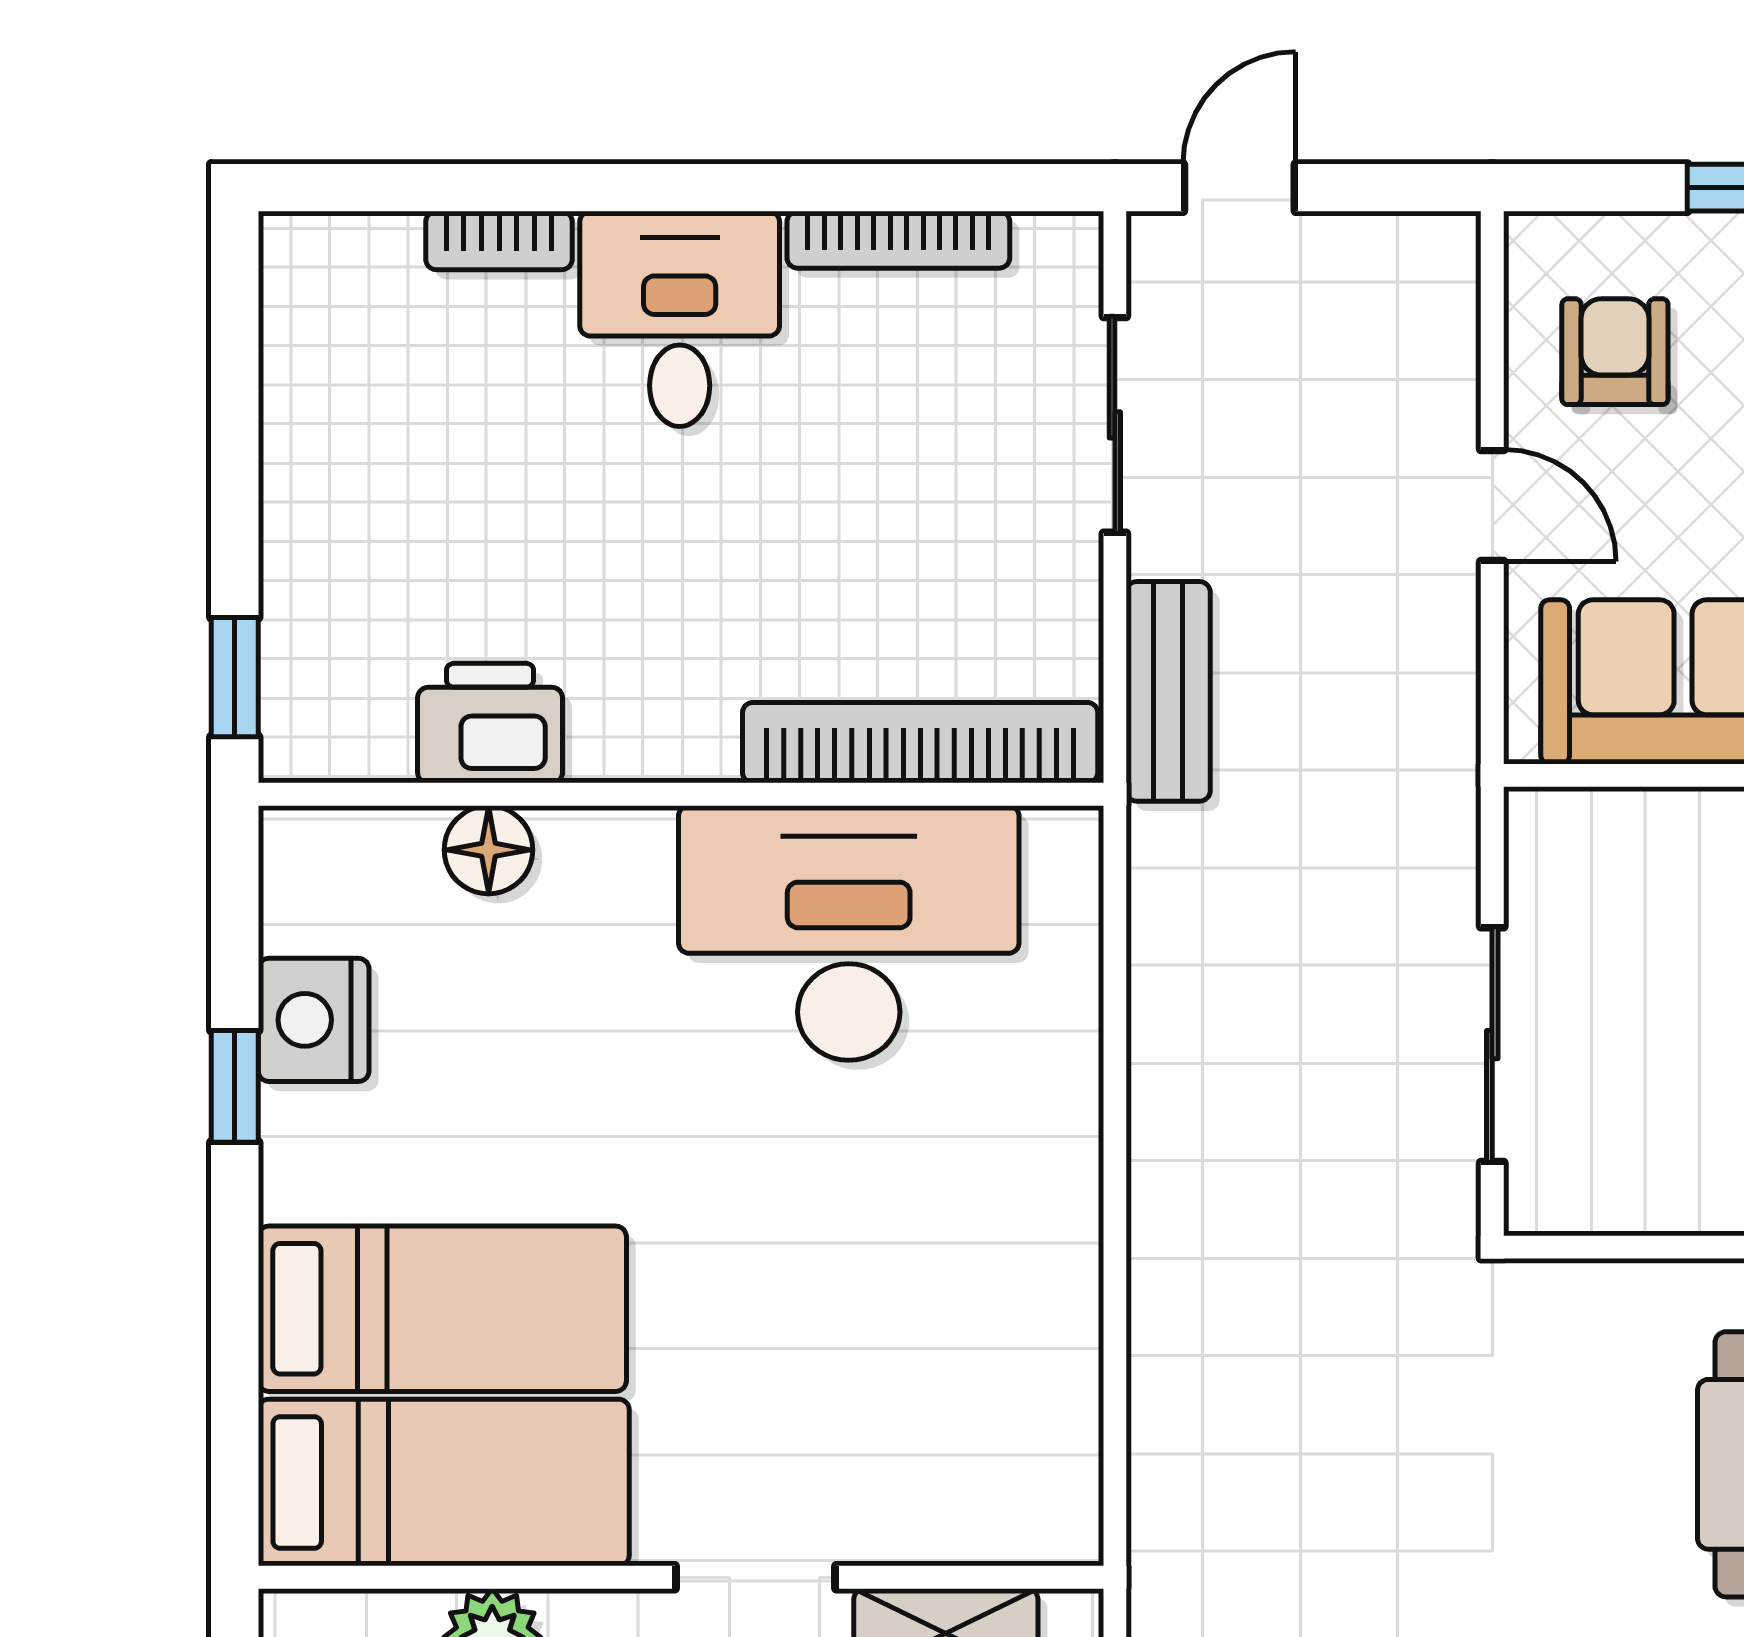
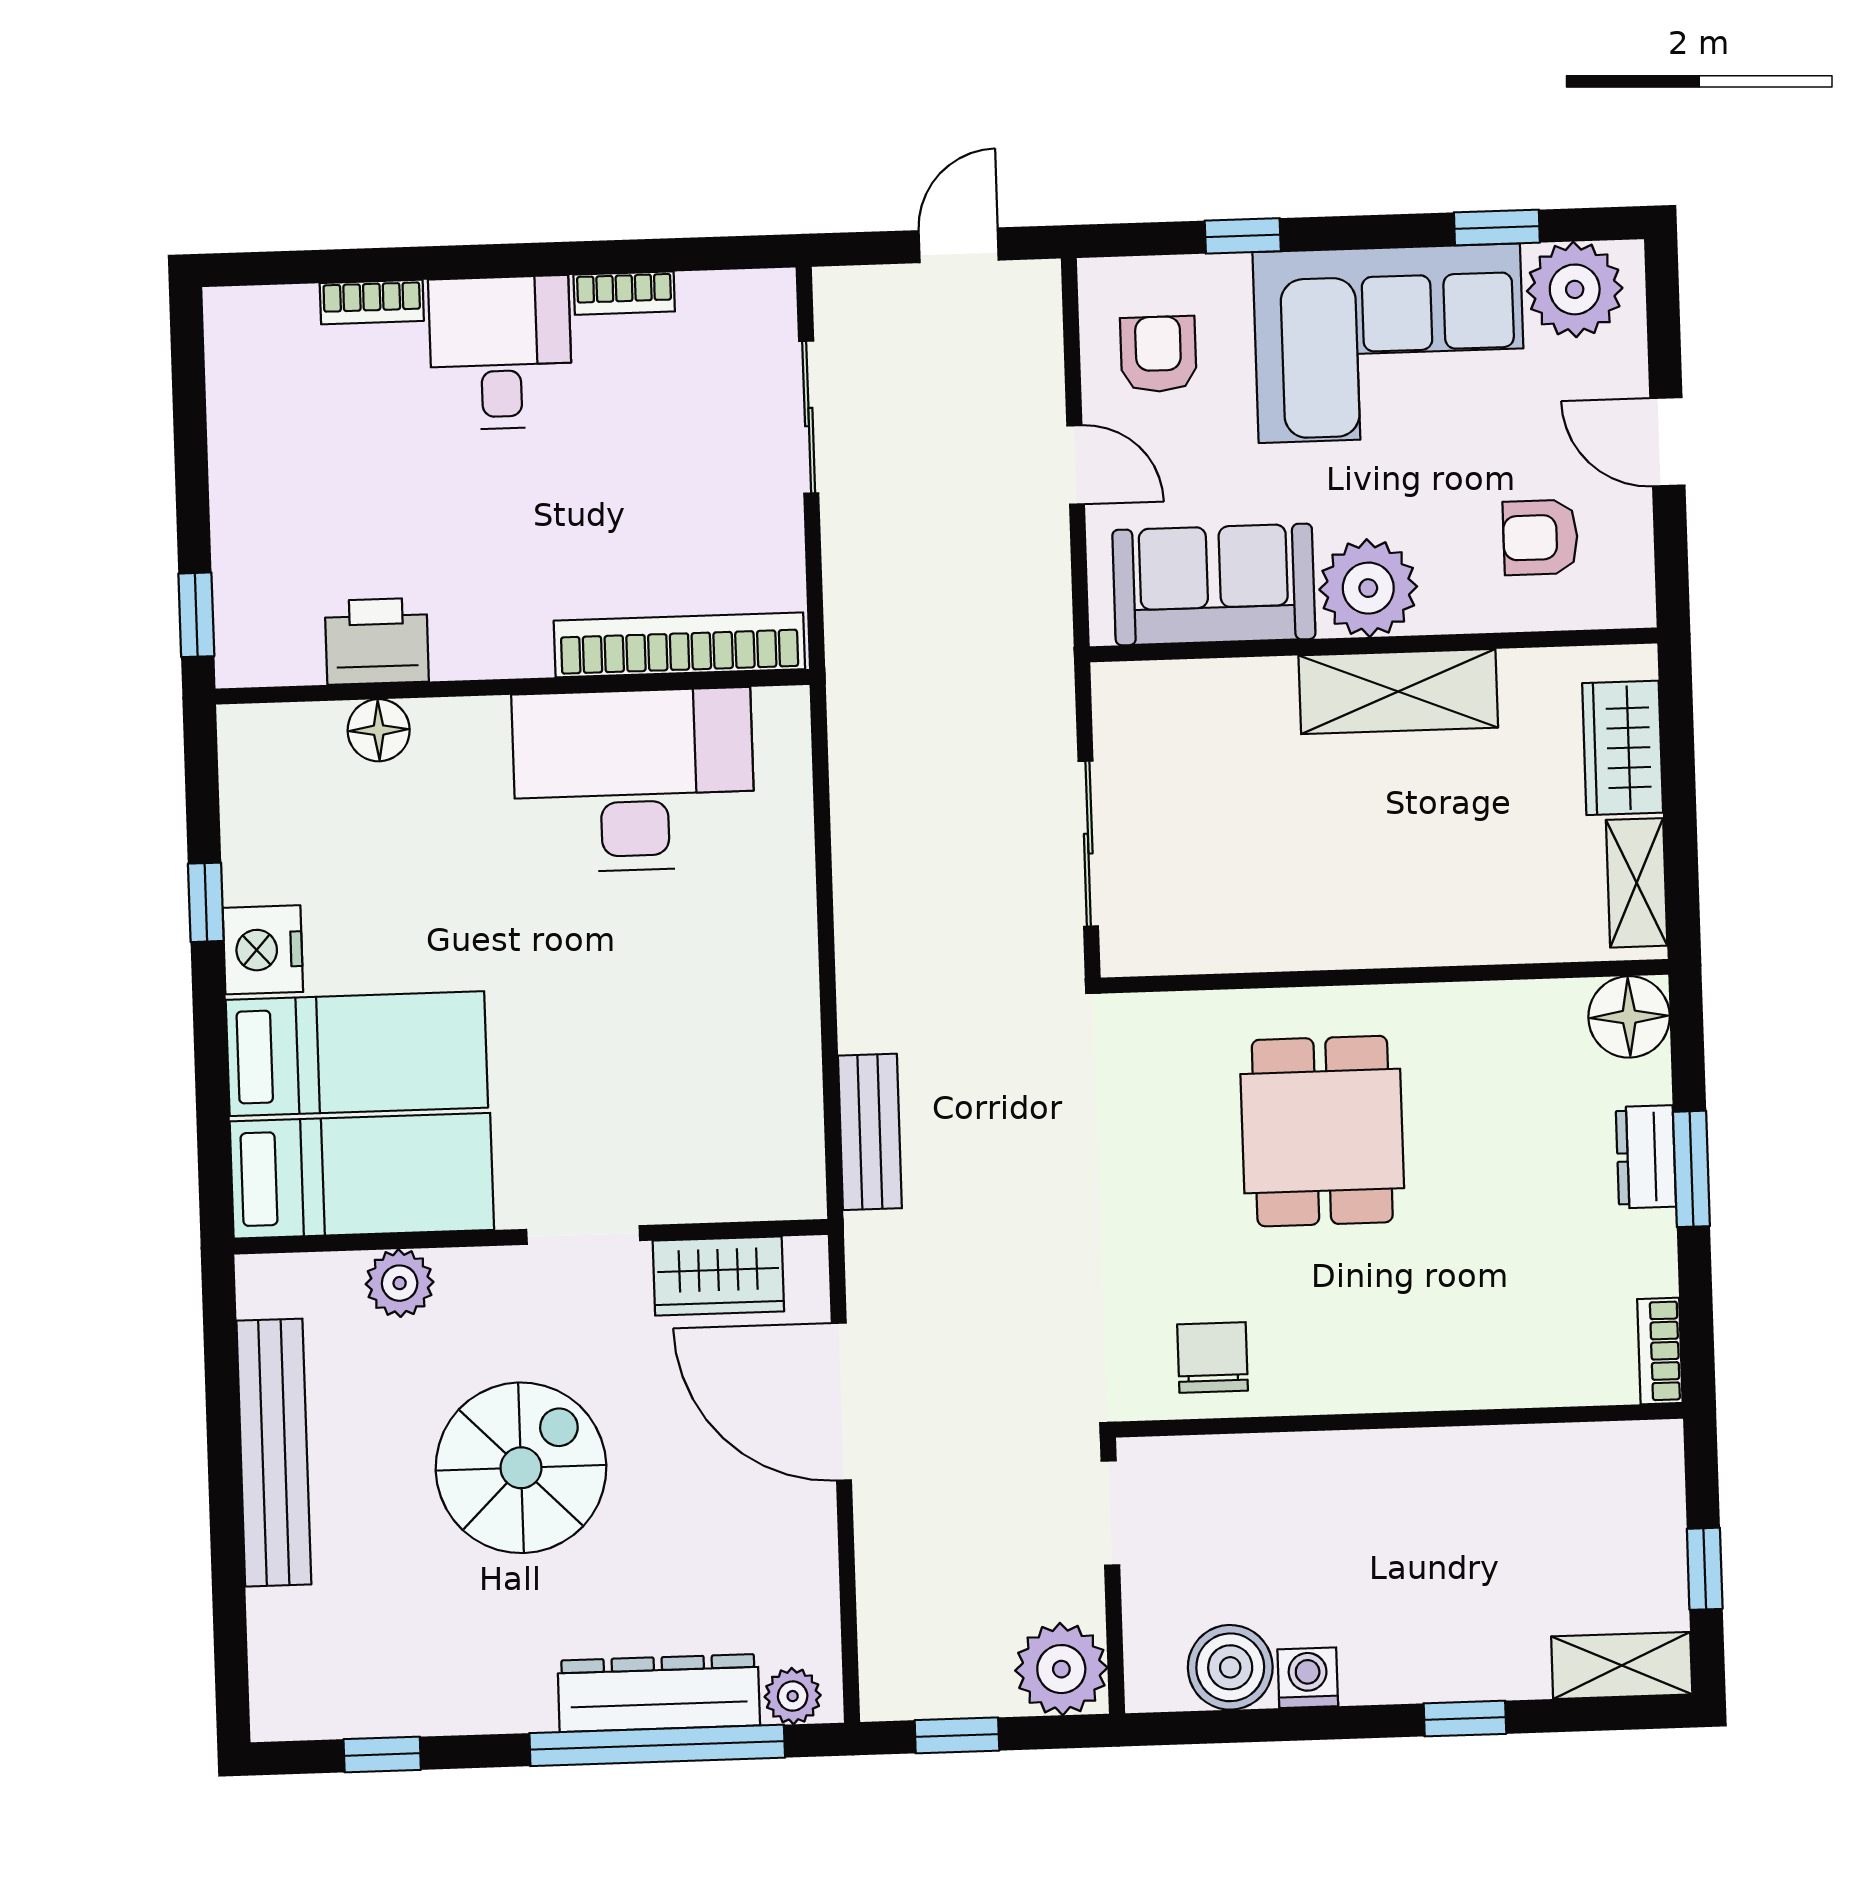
door: (1239, 188) -> (959, 245), moved
bookcase: (898, 240) -> (624, 293), width x0.64
bench: (1168, 691) -> (870, 1132), moved
nightstand: (314, 1020) -> (263, 950), moved

